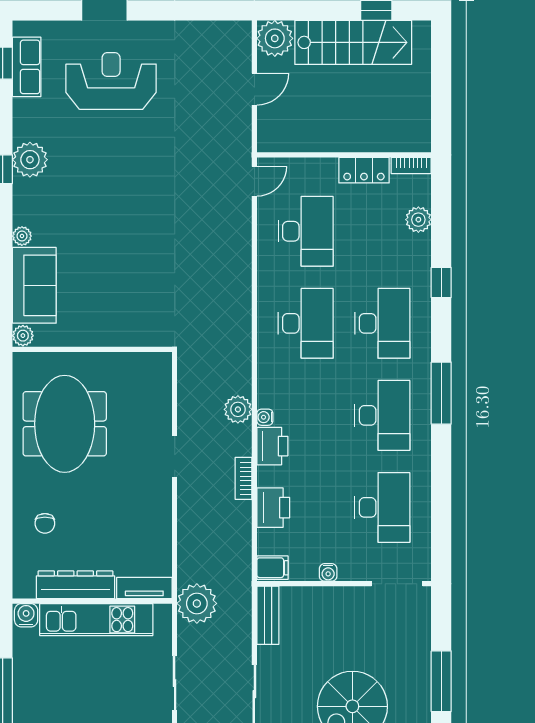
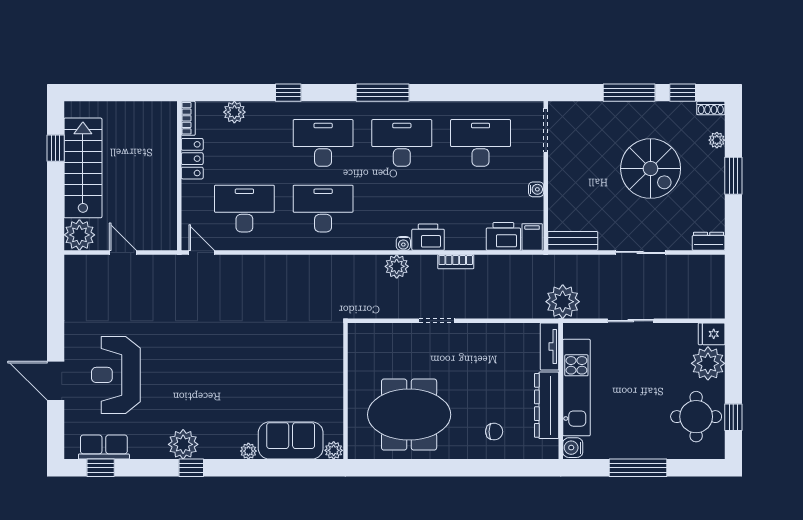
printer: (273, 508) -> (503, 236), moved

